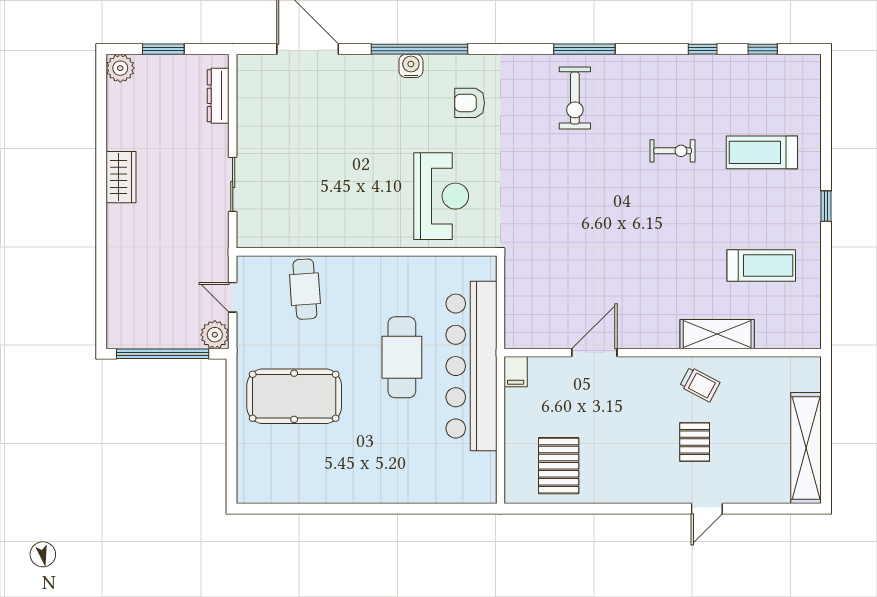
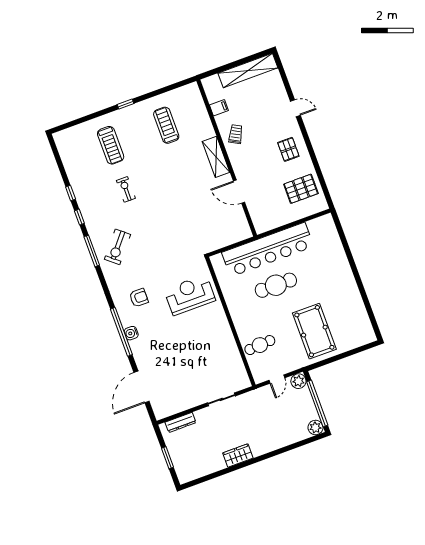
window: (763, 49) -> (79, 217), moved
plant: (120, 68) -> (315, 428), moved
exercise bike: (575, 98) -> (118, 247), turned 130
armchair: (470, 103) -> (139, 298), turned -90
shelving: (717, 334) -> (216, 157), moved
filing cabinet: (516, 372) -> (219, 108), moved
pallet: (695, 442) -> (288, 149), moved, turned 90

